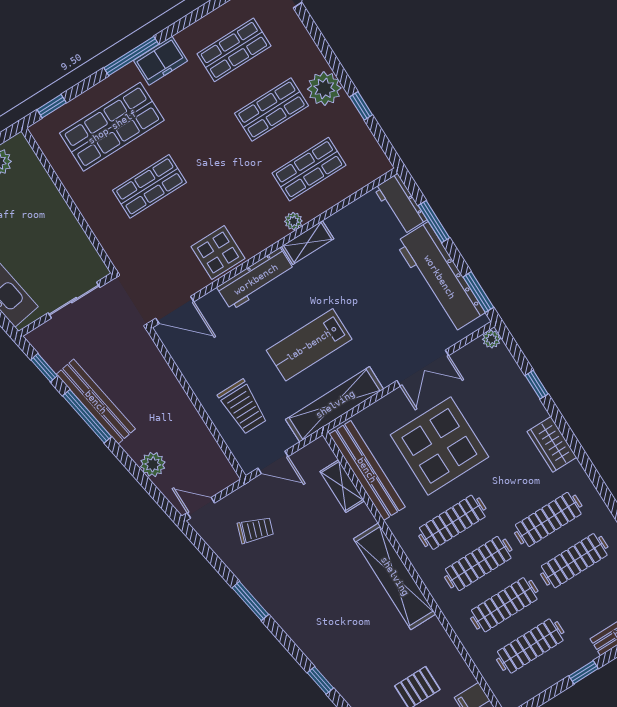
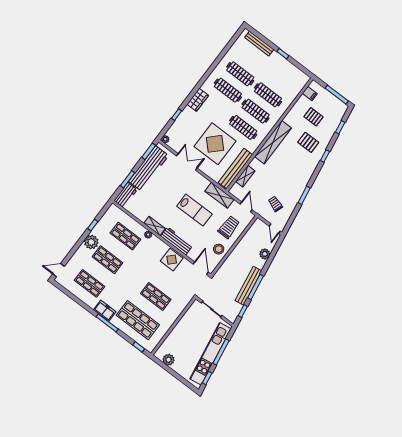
stool: (202, 366) -> (219, 249), added
shelving: (335, 404) -> (219, 195), width x0.68
clothes rail: (530, 646) -> (280, 78), removed
pallet: (365, 654) -> (308, 142), added

